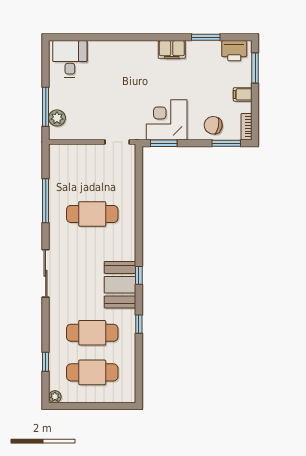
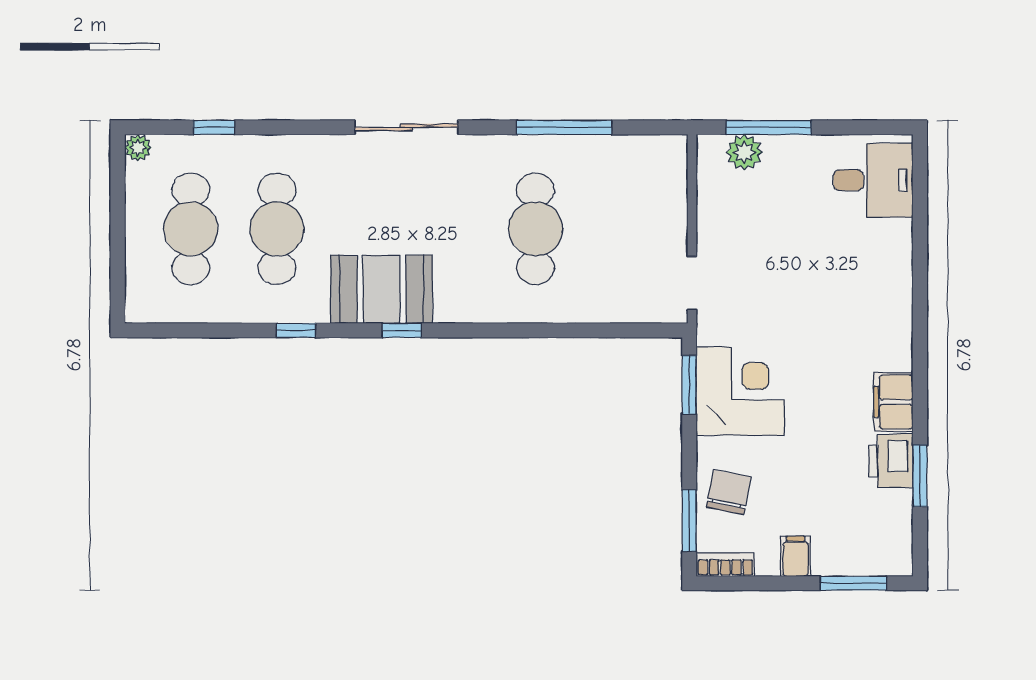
printer: (234, 51) -> (891, 461), moved

